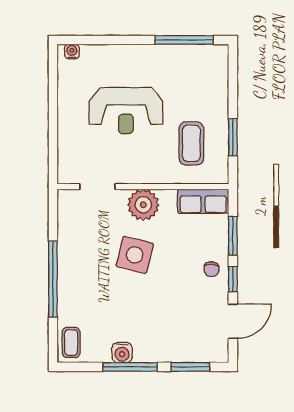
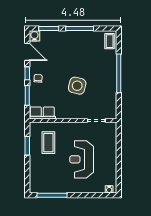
reception desk: (126, 110) -> (82, 159), turned -90
plant: (143, 205) -> (73, 111), removed
door: (233, 321) -> (27, 52), swing flipped
water cooler: (122, 353) -> (34, 36), moved

